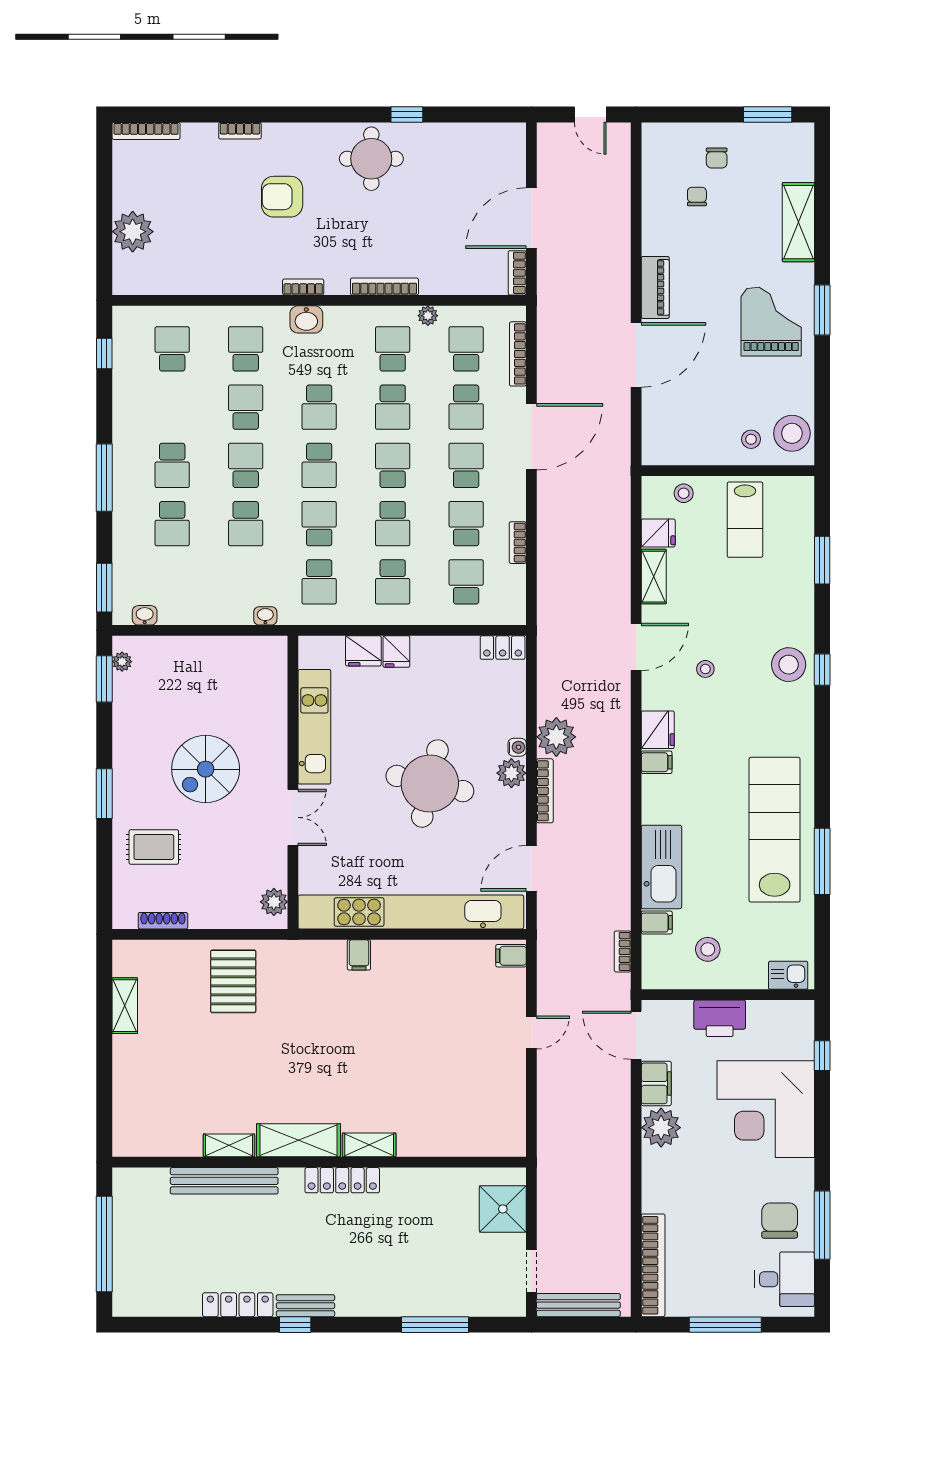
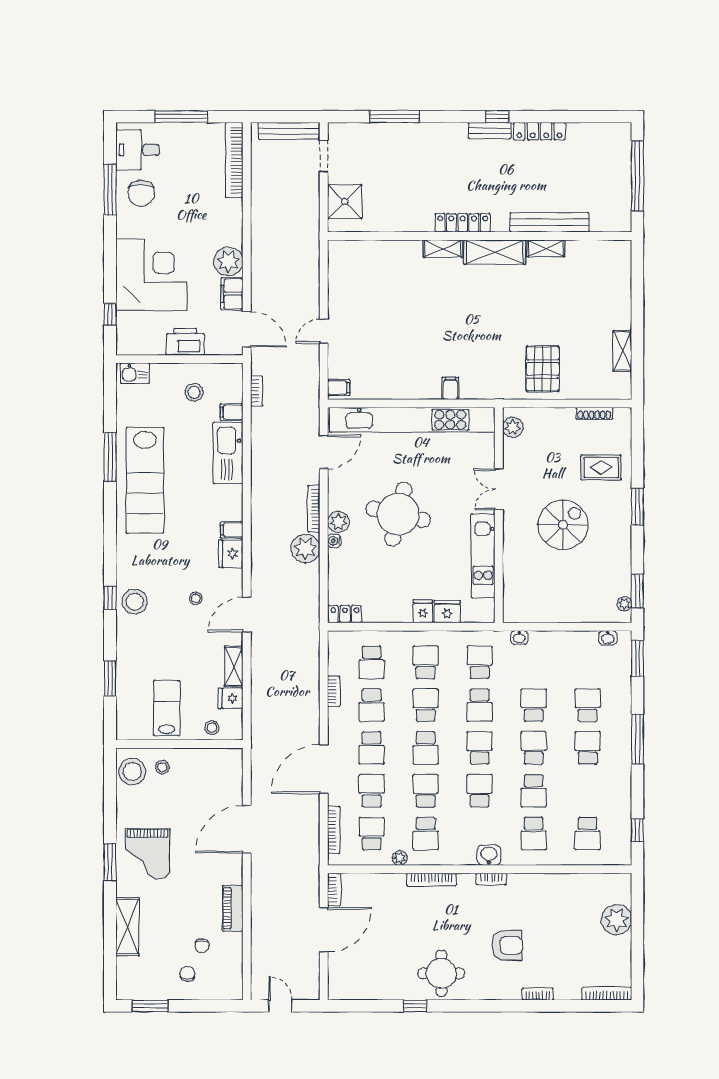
piano: (655, 287) -> (233, 908), moved
school desk: (466, 349) -> (372, 834), turned 180
school desk: (246, 465) -> (534, 748), turned 180

